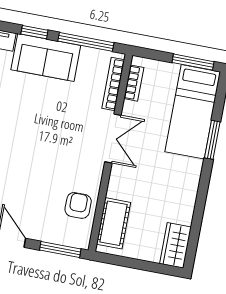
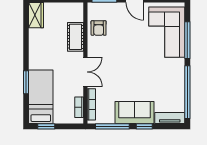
window: (193, 62) -> (46, 126), width x0.67
double door: (113, 138) -> (85, 72), swing flipped
cot: (113, 223) -> (75, 37), moved

